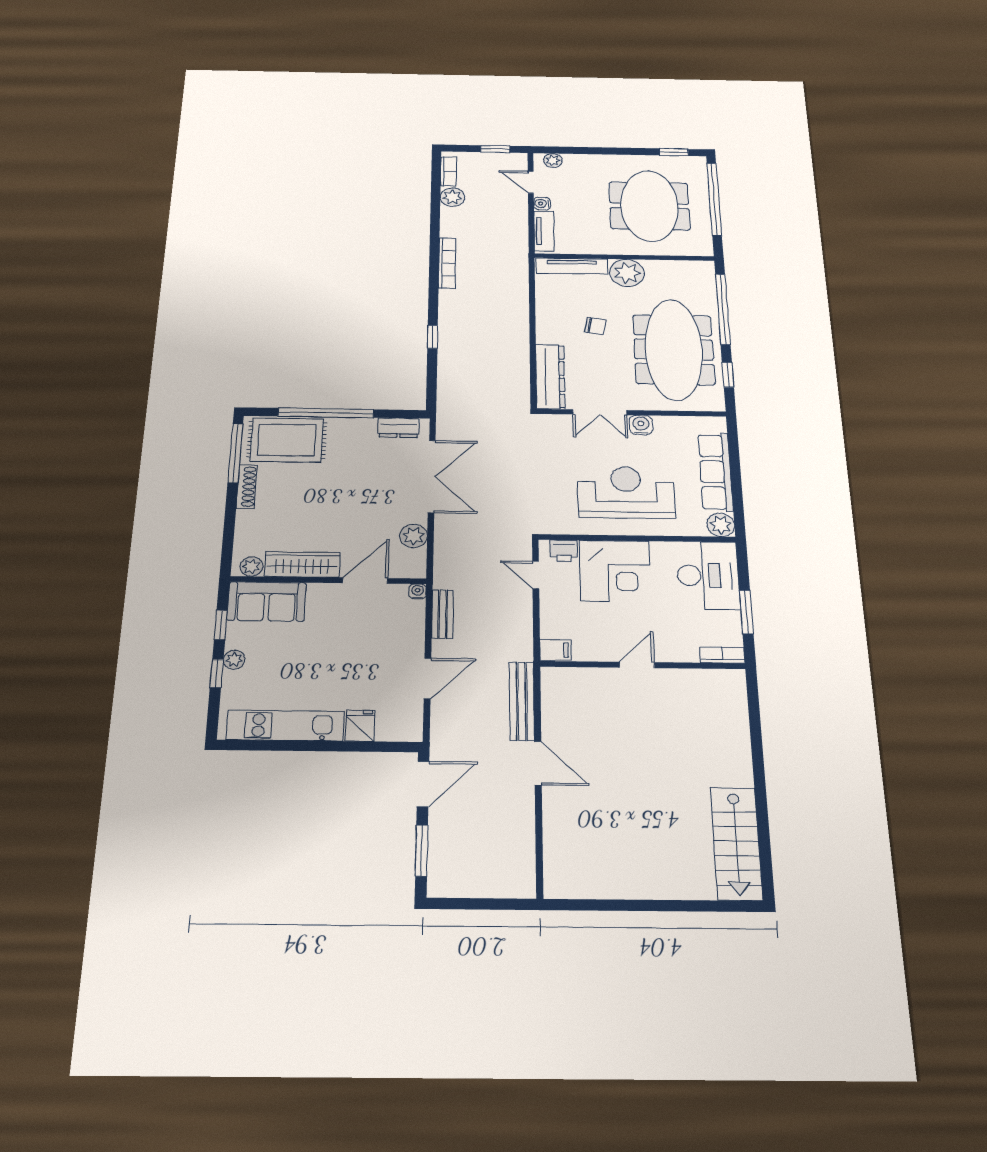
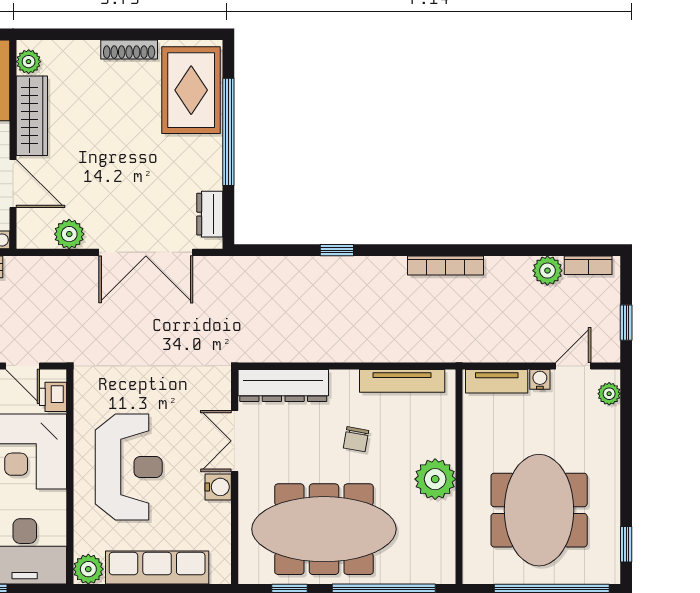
meeting table: (649, 206) -> (539, 510), turned 90
tv unit: (572, 266) -> (402, 381), moved, turned -90
window: (235, 453) -> (173, 34), removed
door: (536, 575) -> (23, 366), swing flipped

